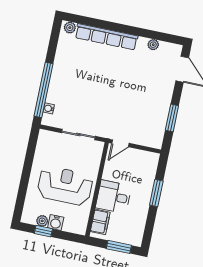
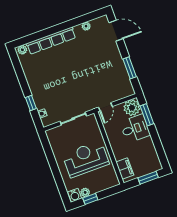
window: (43, 90) -> (31, 103), width x0.32
plant: (148, 162) -> (132, 108), added
window: (156, 193) -> (147, 115), moved
desk: (114, 197) -> (135, 129), moved, turned 180
water cooler: (56, 222) -> (75, 195), moved

